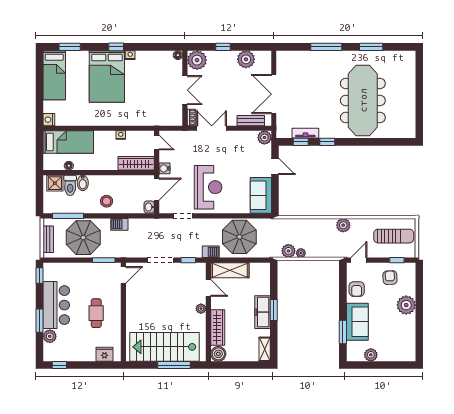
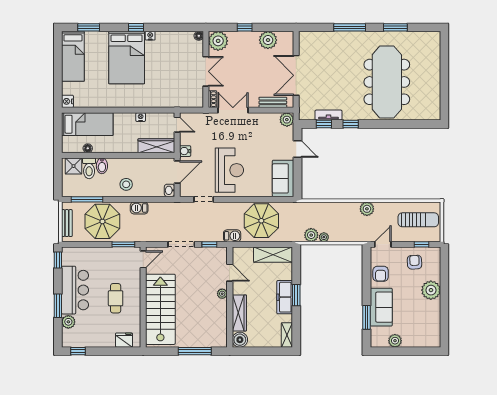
shelving: (230, 270) -> (273, 255), moved
stairs: (164, 347) -> (160, 309), moved, turned 90

